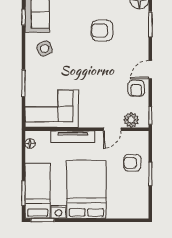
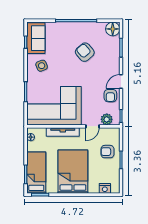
armchair: (102, 30) -> (85, 52), turned 49
corner sofa: (52, 109) -> (54, 106), width x1.36, depth x1.36
nightstand: (58, 212) -> (105, 188), moved

